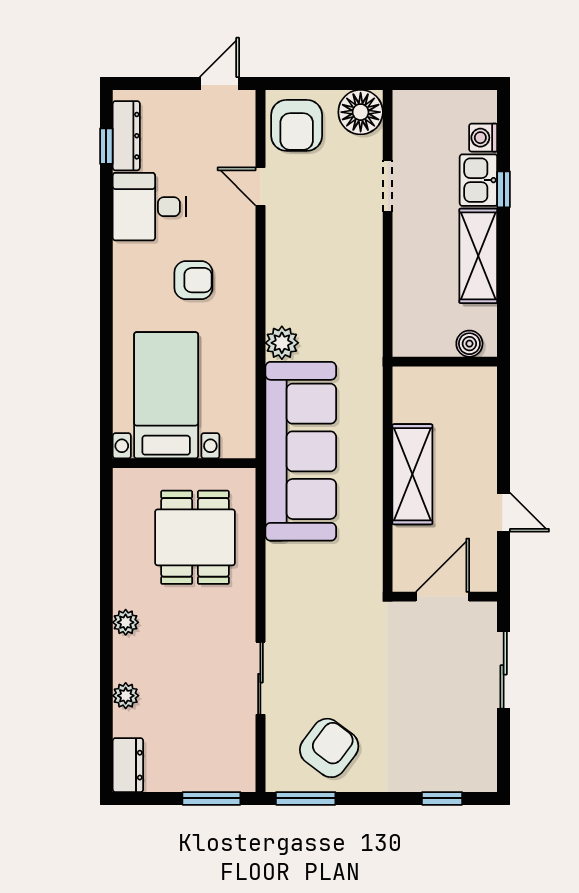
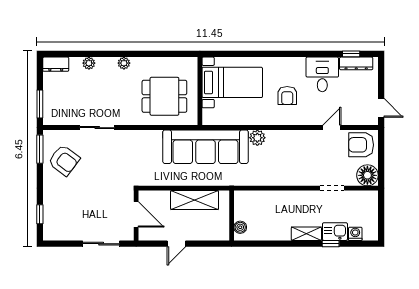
shelving: (478, 256) -> (306, 234), width x0.67, depth x0.75
boiler: (469, 344) -> (240, 227), moved
wall: (445, 362) -> (232, 215), moved

